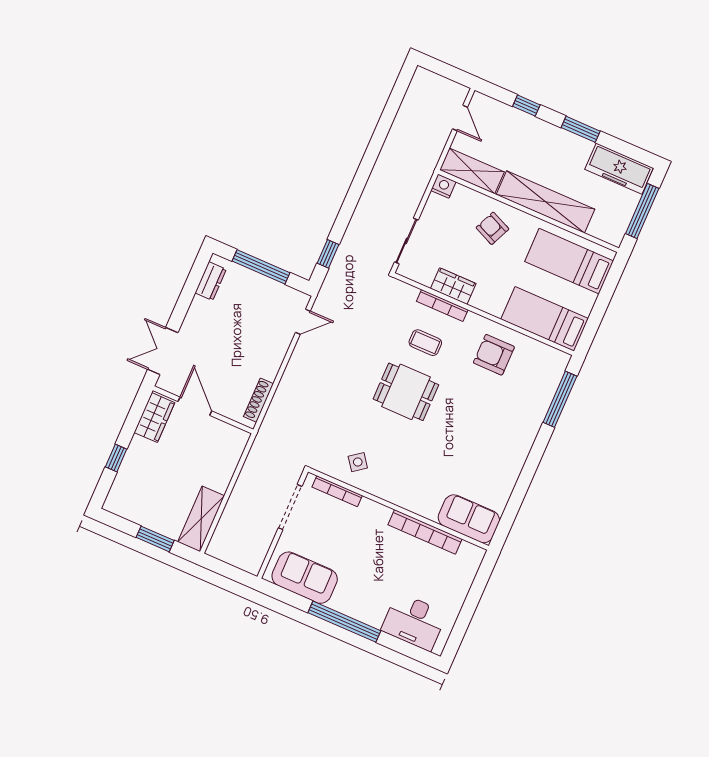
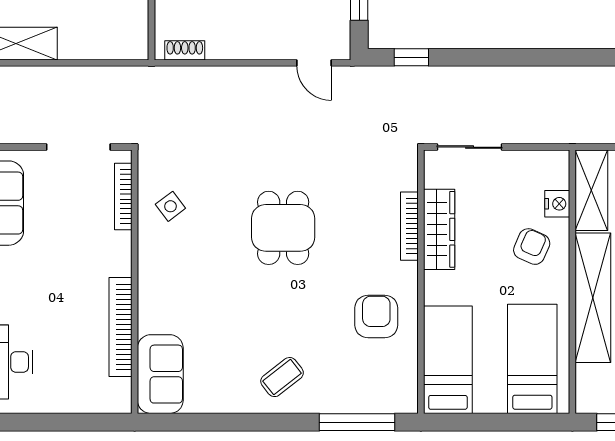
nightstand: (443, 186) -> (557, 204), moved
wardrobe: (453, 286) -> (439, 229), width x1.50
coffee table: (425, 343) -> (282, 377), moved, turned 52
shoe rack: (258, 400) -> (185, 50), width x0.70

